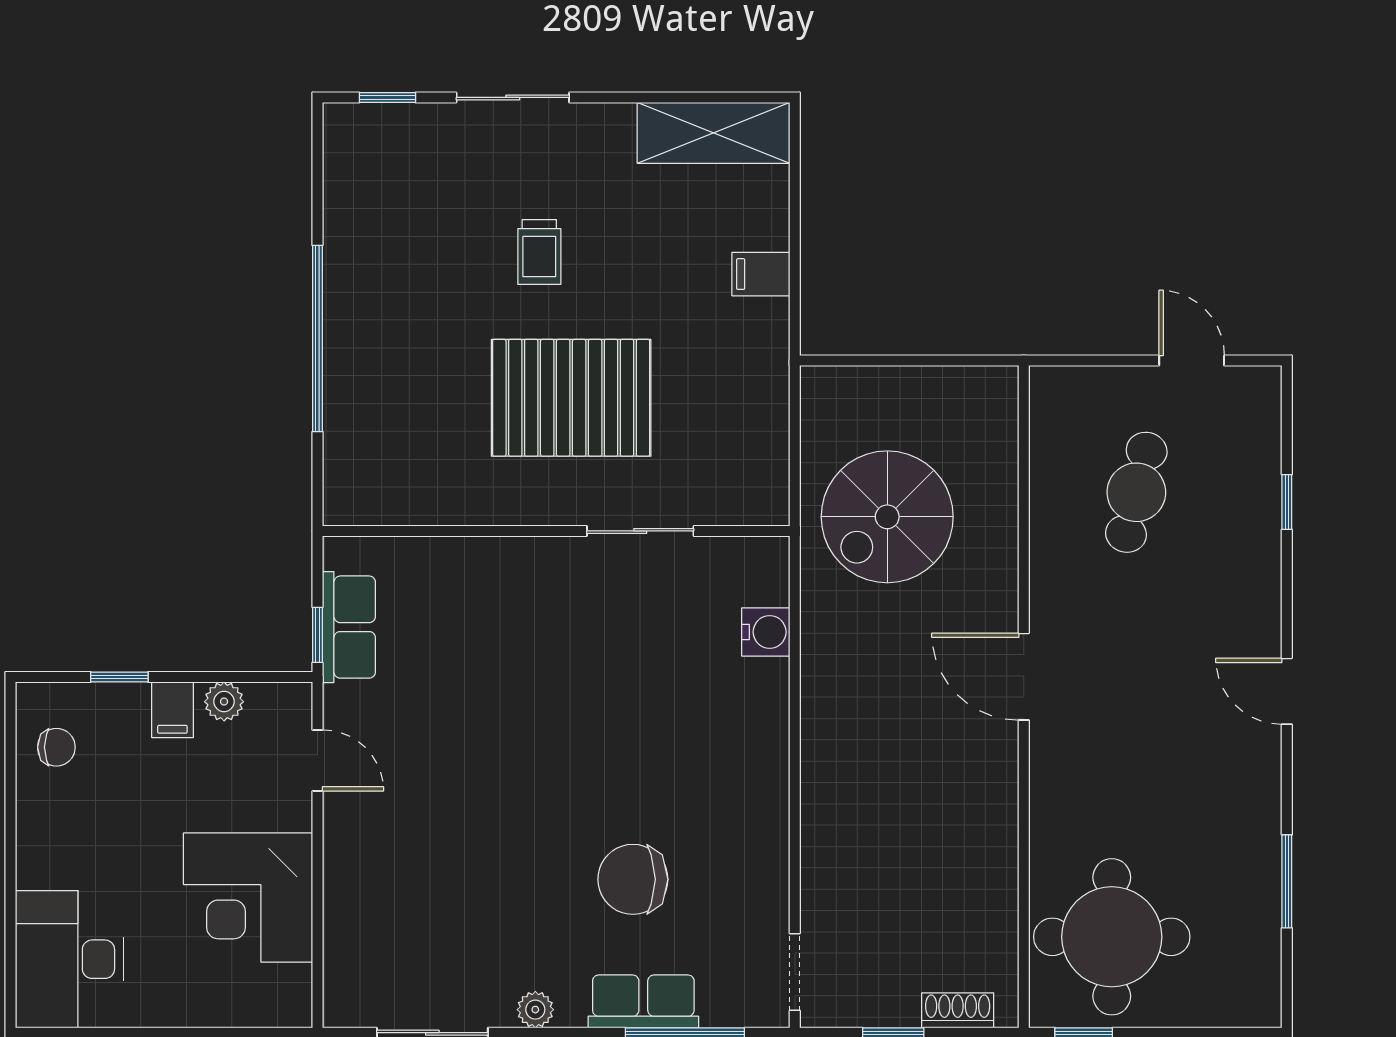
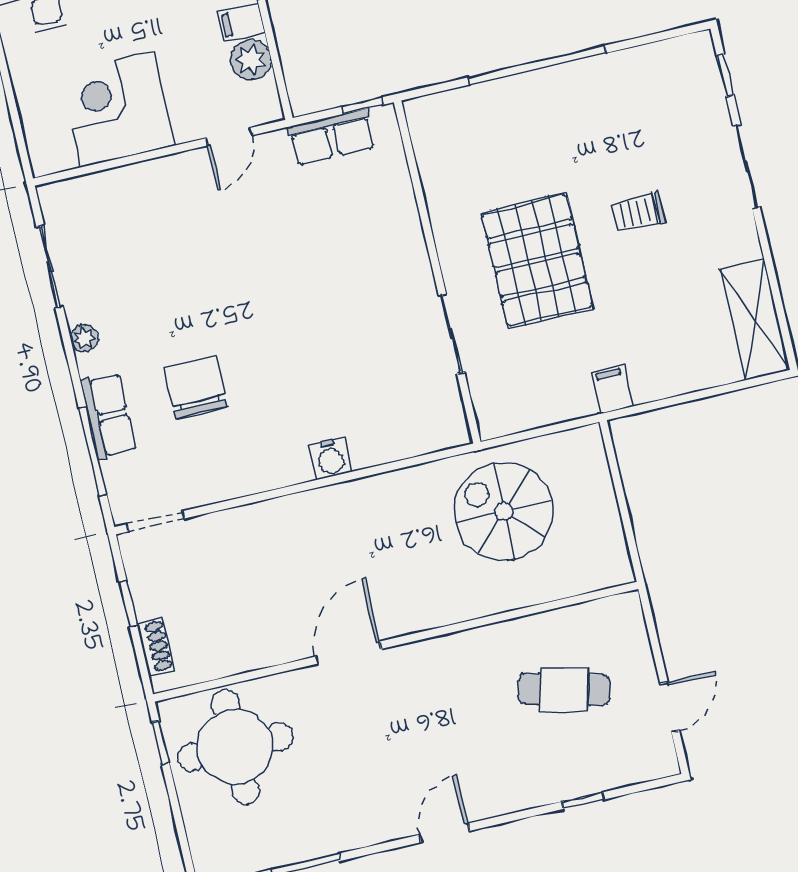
filing cabinet: (761, 274) -> (612, 389), moved
water cooler: (766, 632) -> (330, 458), moved
window: (317, 635) -> (362, 106), moved
door: (1024, 677) -> (348, 653), moved
plant: (224, 702) -> (251, 60), width x1.38, depth x1.38

